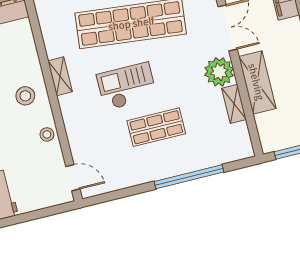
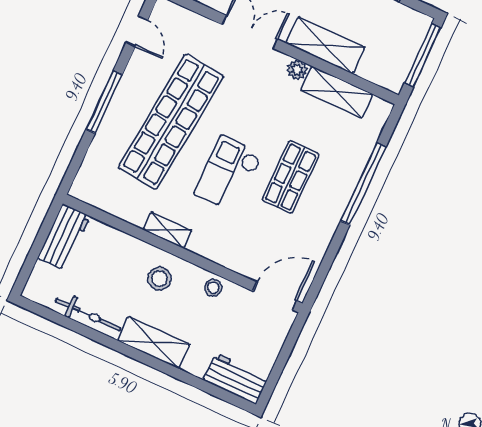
plant: (219, 72) -> (297, 70), width x0.53, depth x0.53
shelving: (234, 104) -> (337, 92), width x1.50, depth x1.33
door: (73, 178) -> (275, 296), width x1.38

